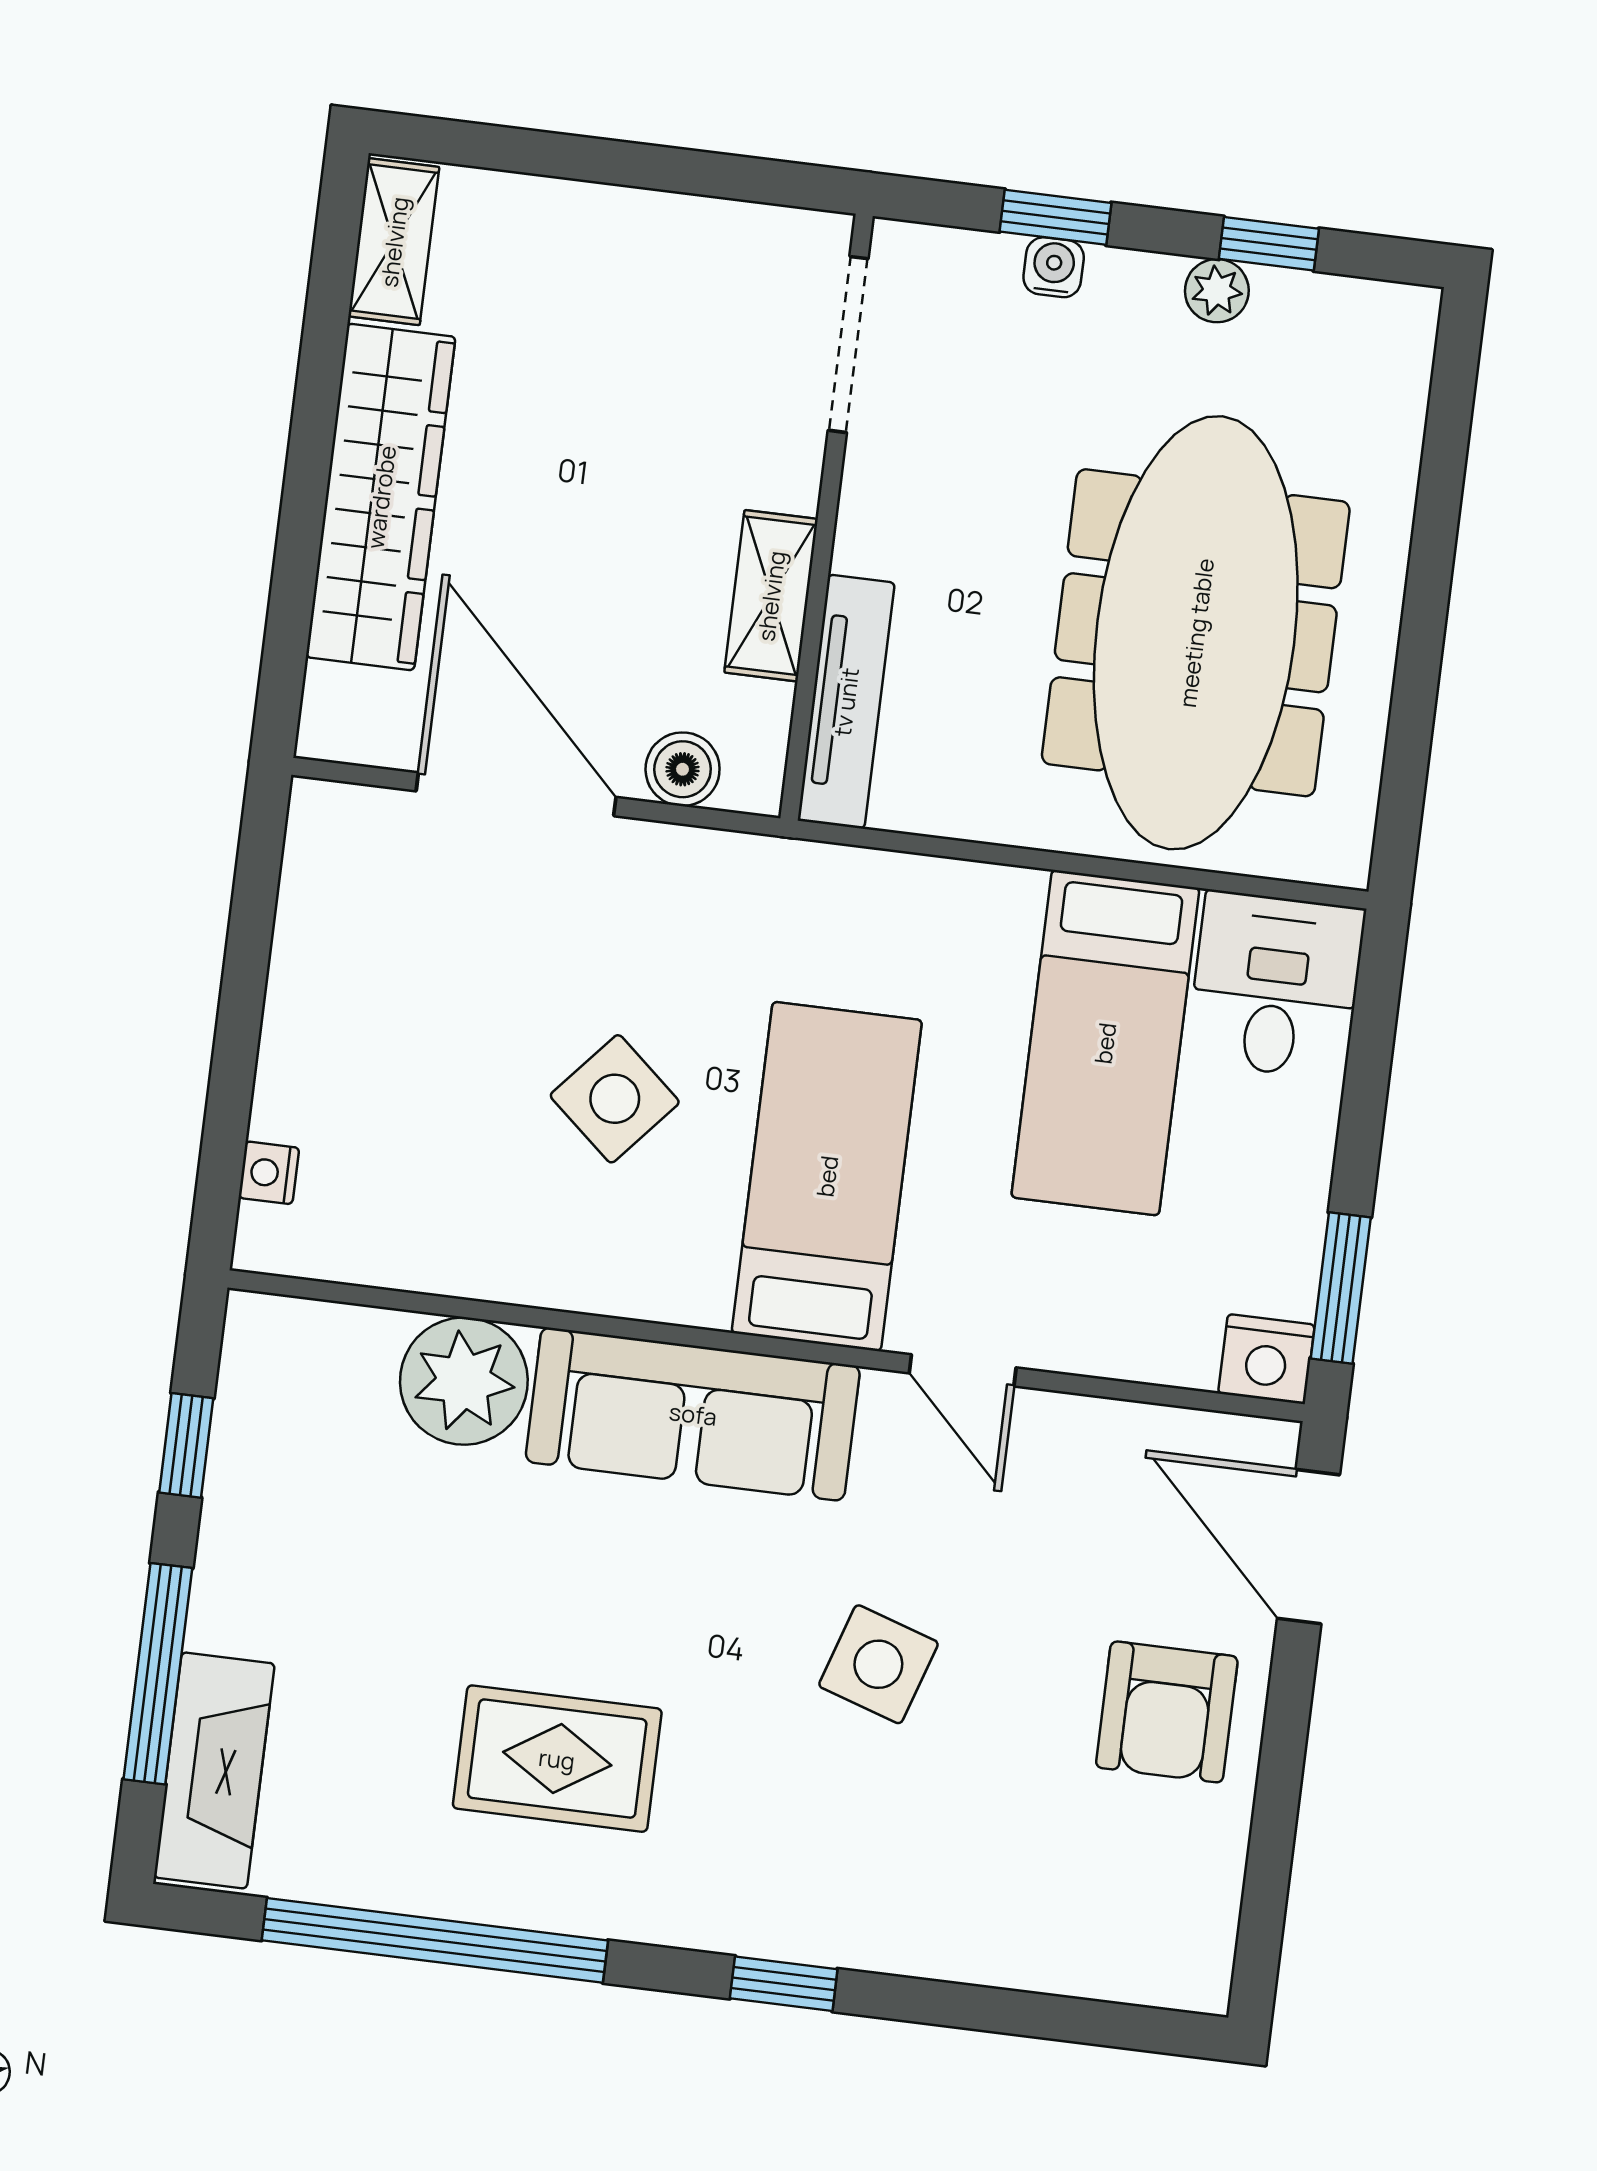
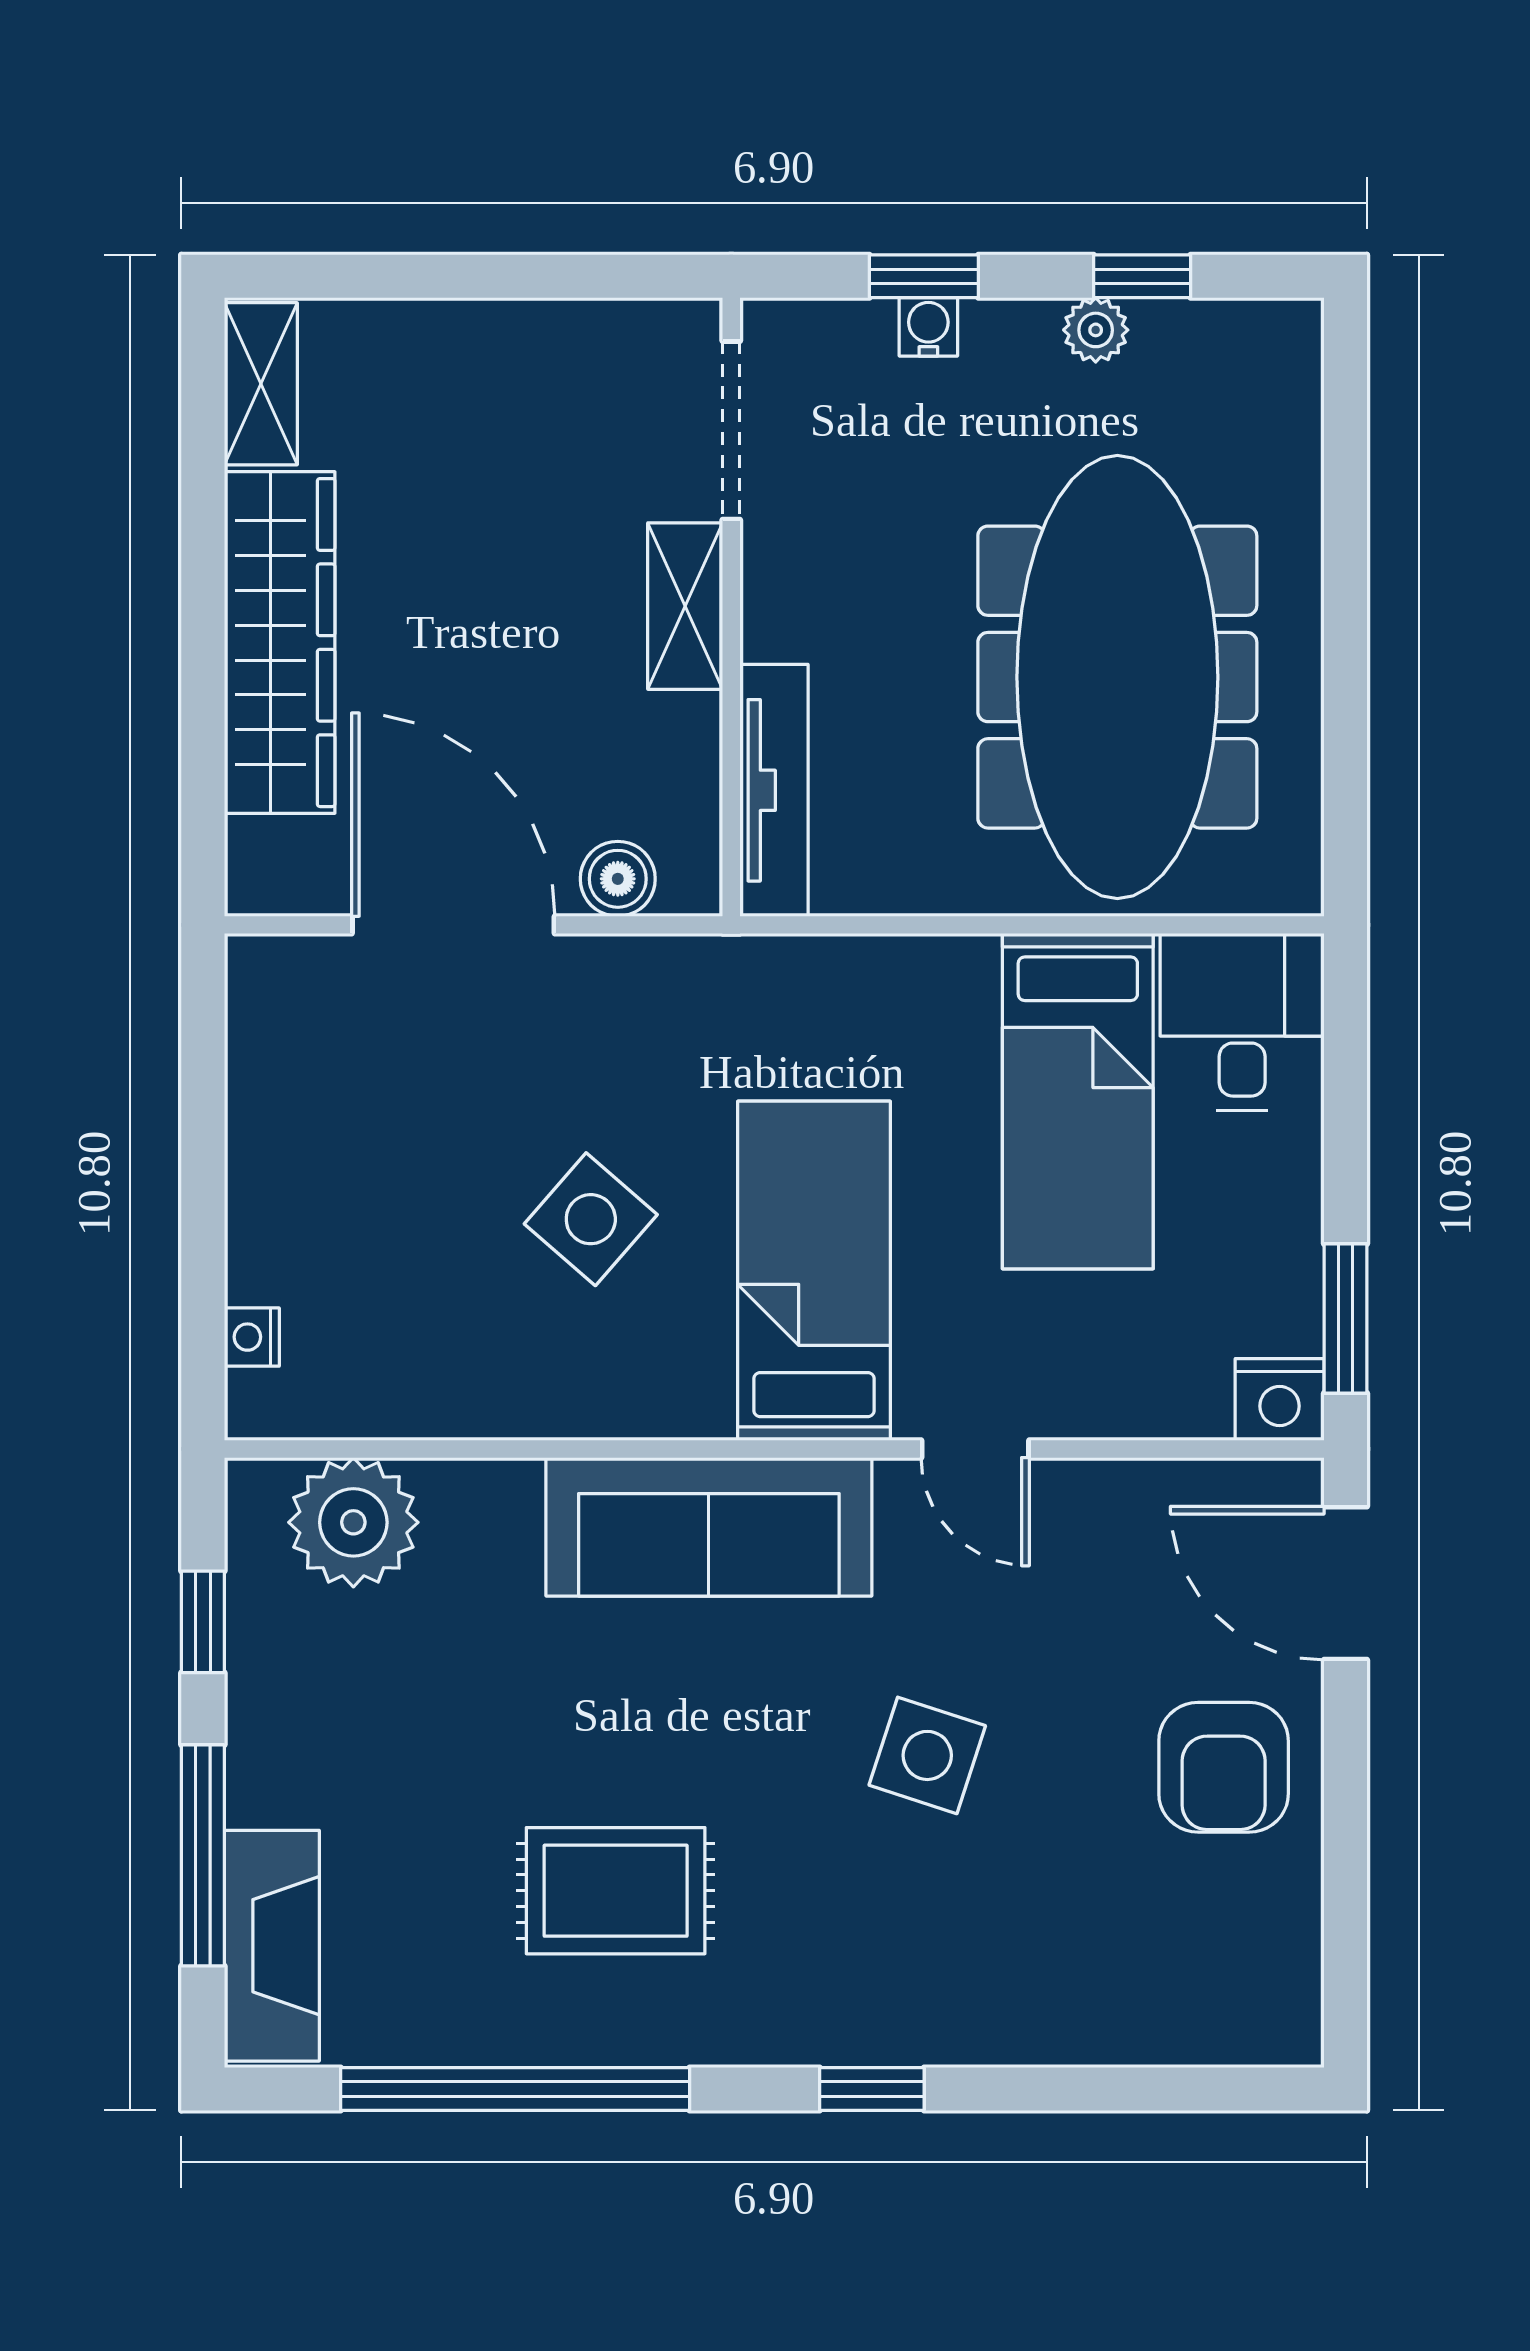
shelving: (771, 596) -> (685, 606), moved
plant: (464, 1381) -> (353, 1522), moved

